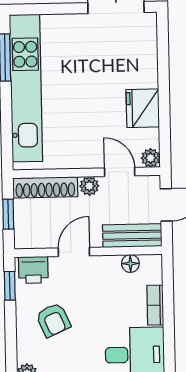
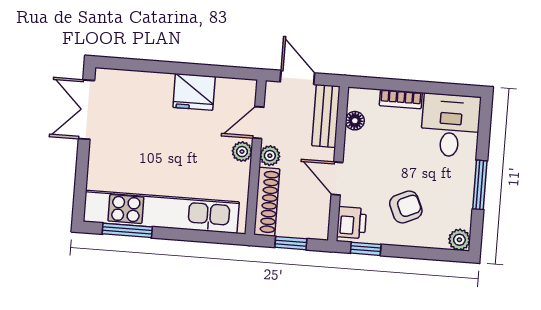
plant: (151, 158) -> (242, 152), moved

